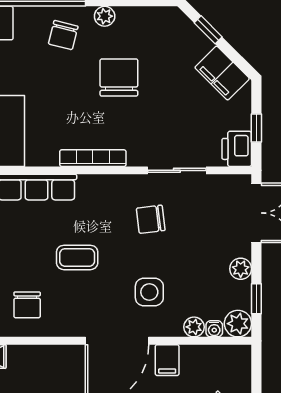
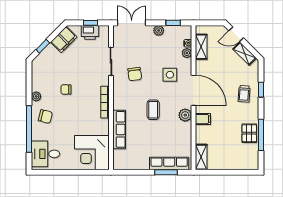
chair: (119, 77) -> (66, 89), width x0.54, depth x0.54
printer: (237, 149) -> (90, 32), moved
chair: (27, 305) -> (176, 134), removed
plant: (238, 324) -> (185, 115), moved
shelving: (207, 356) -> (201, 47), added
filing cabinet: (167, 360) -> (203, 119), moved

